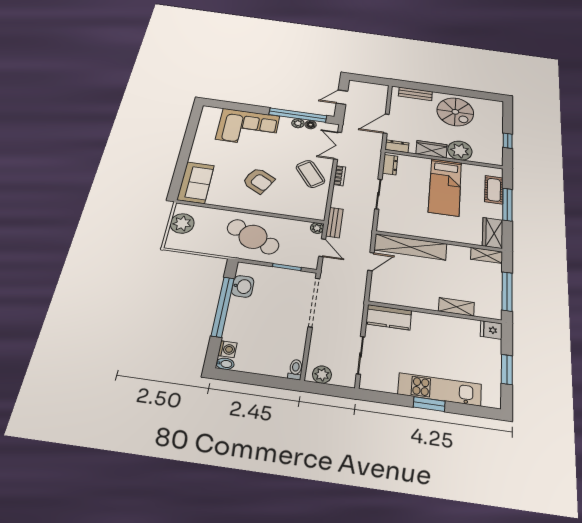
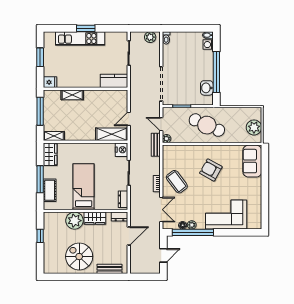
nightstand: (386, 224) -> (122, 150), added
shelving: (410, 247) -> (112, 134), width x0.68

